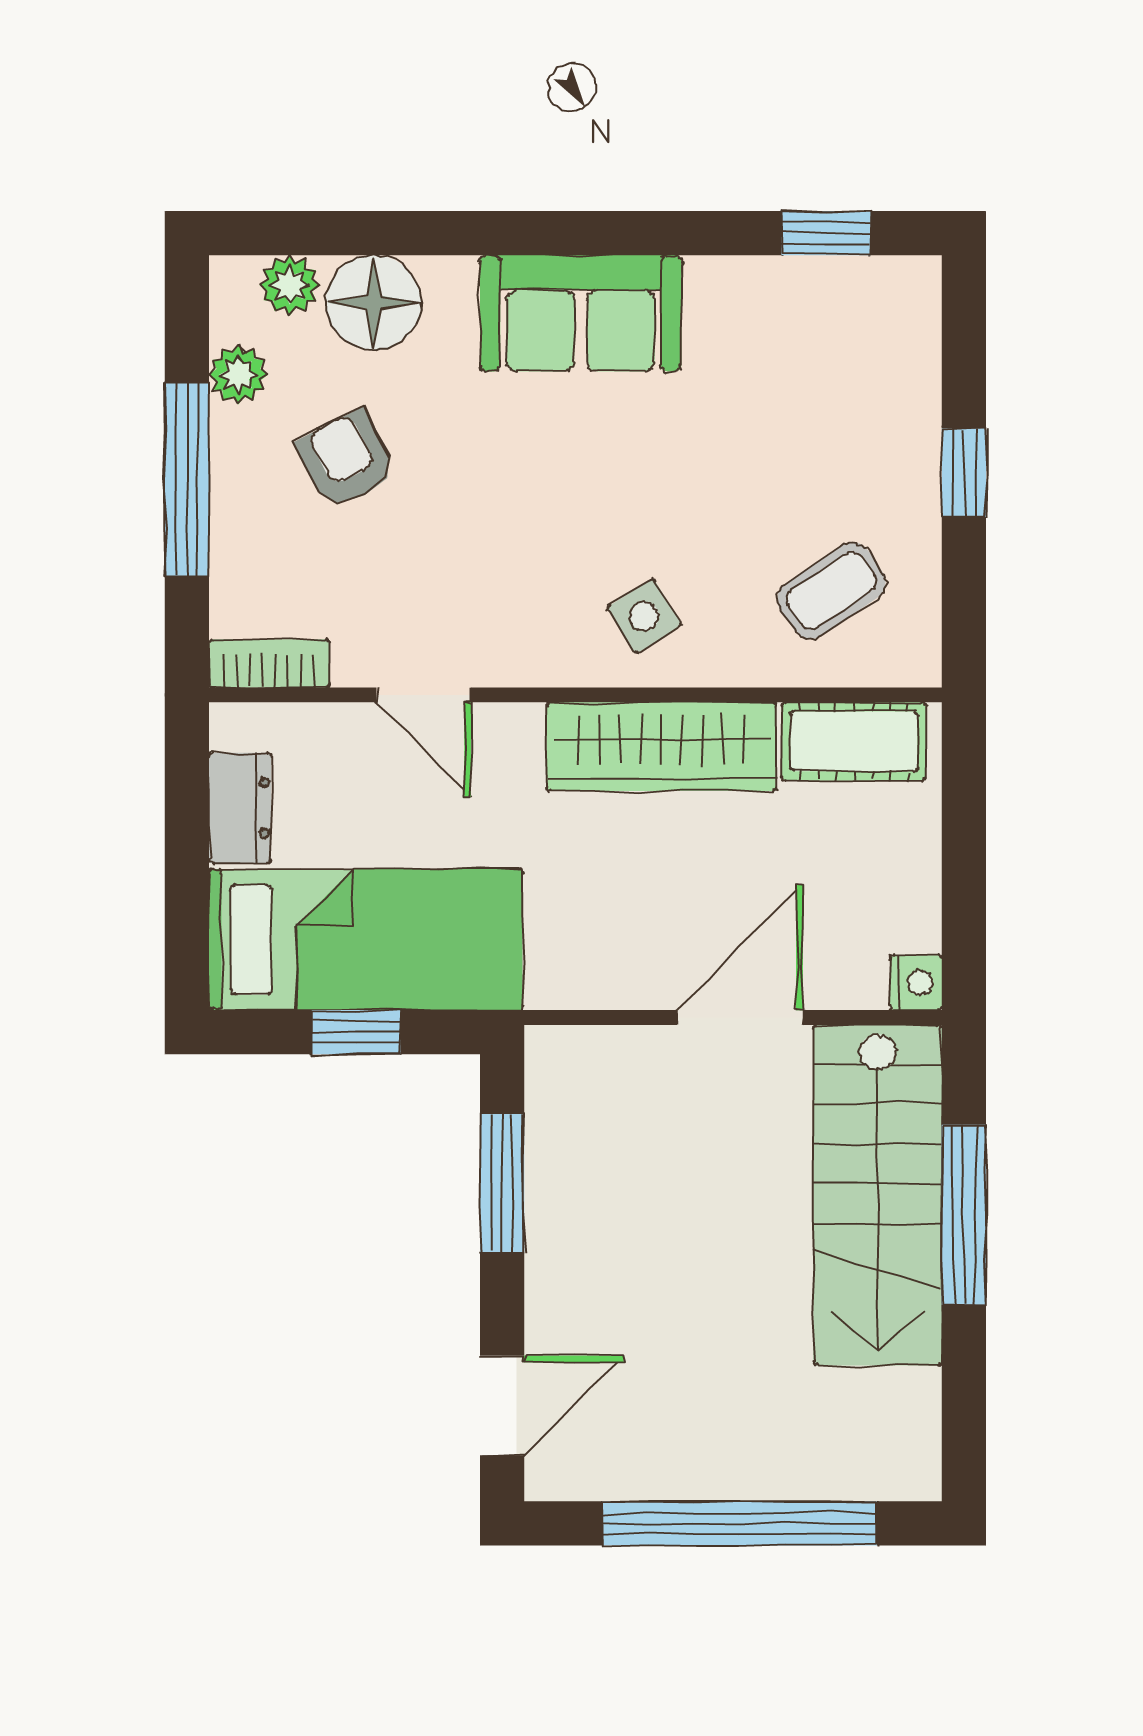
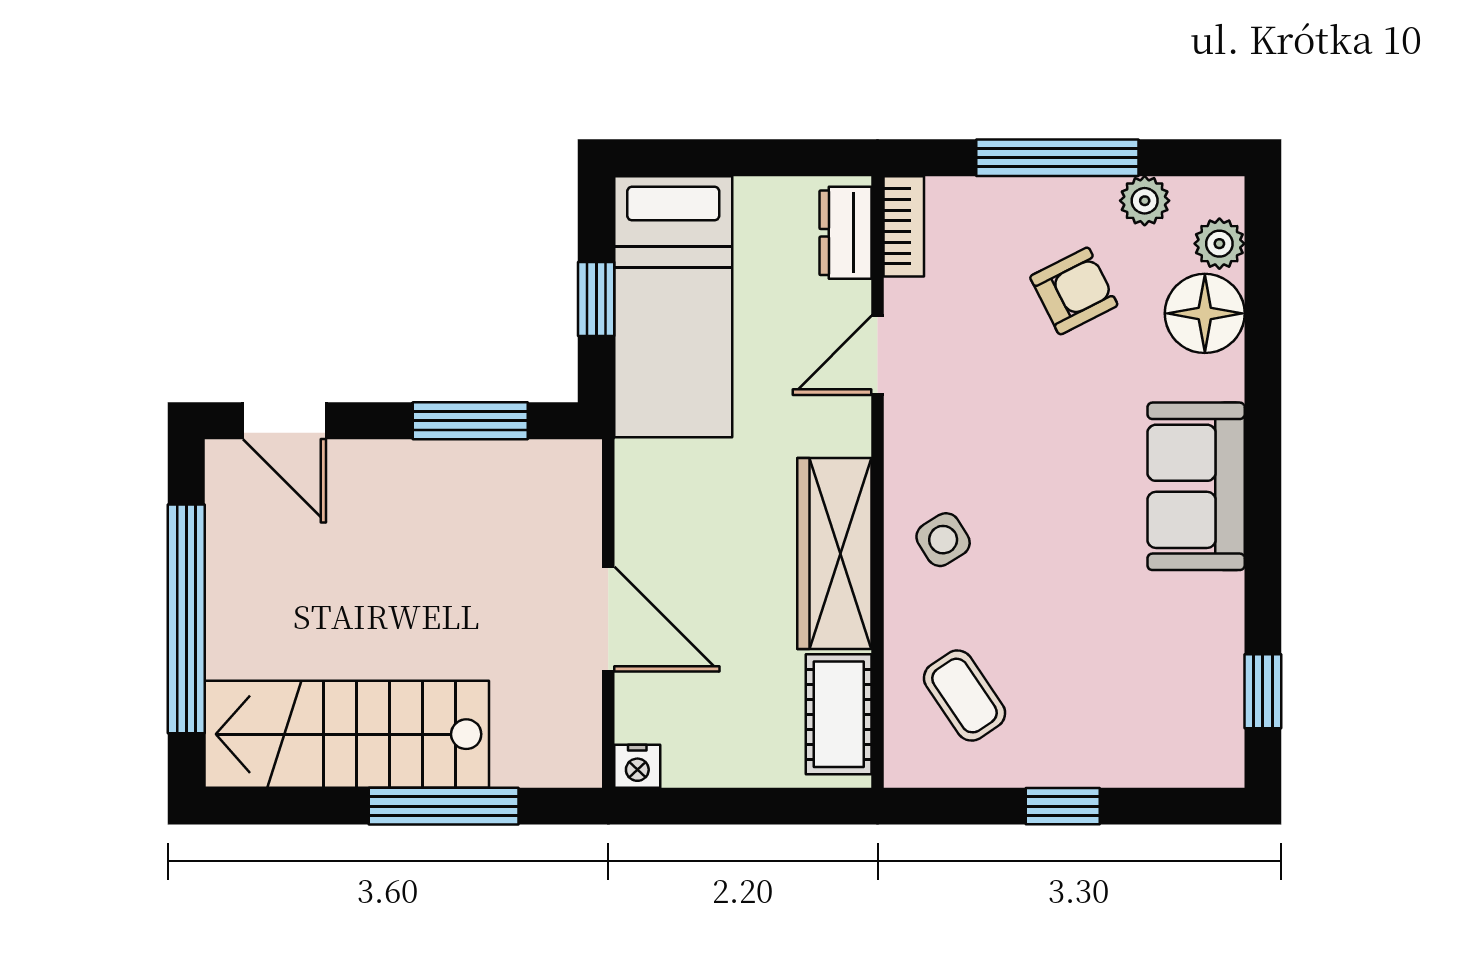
dresser: (240, 808) -> (845, 233), moved, turned 90
stairs: (878, 1195) -> (347, 734), moved

